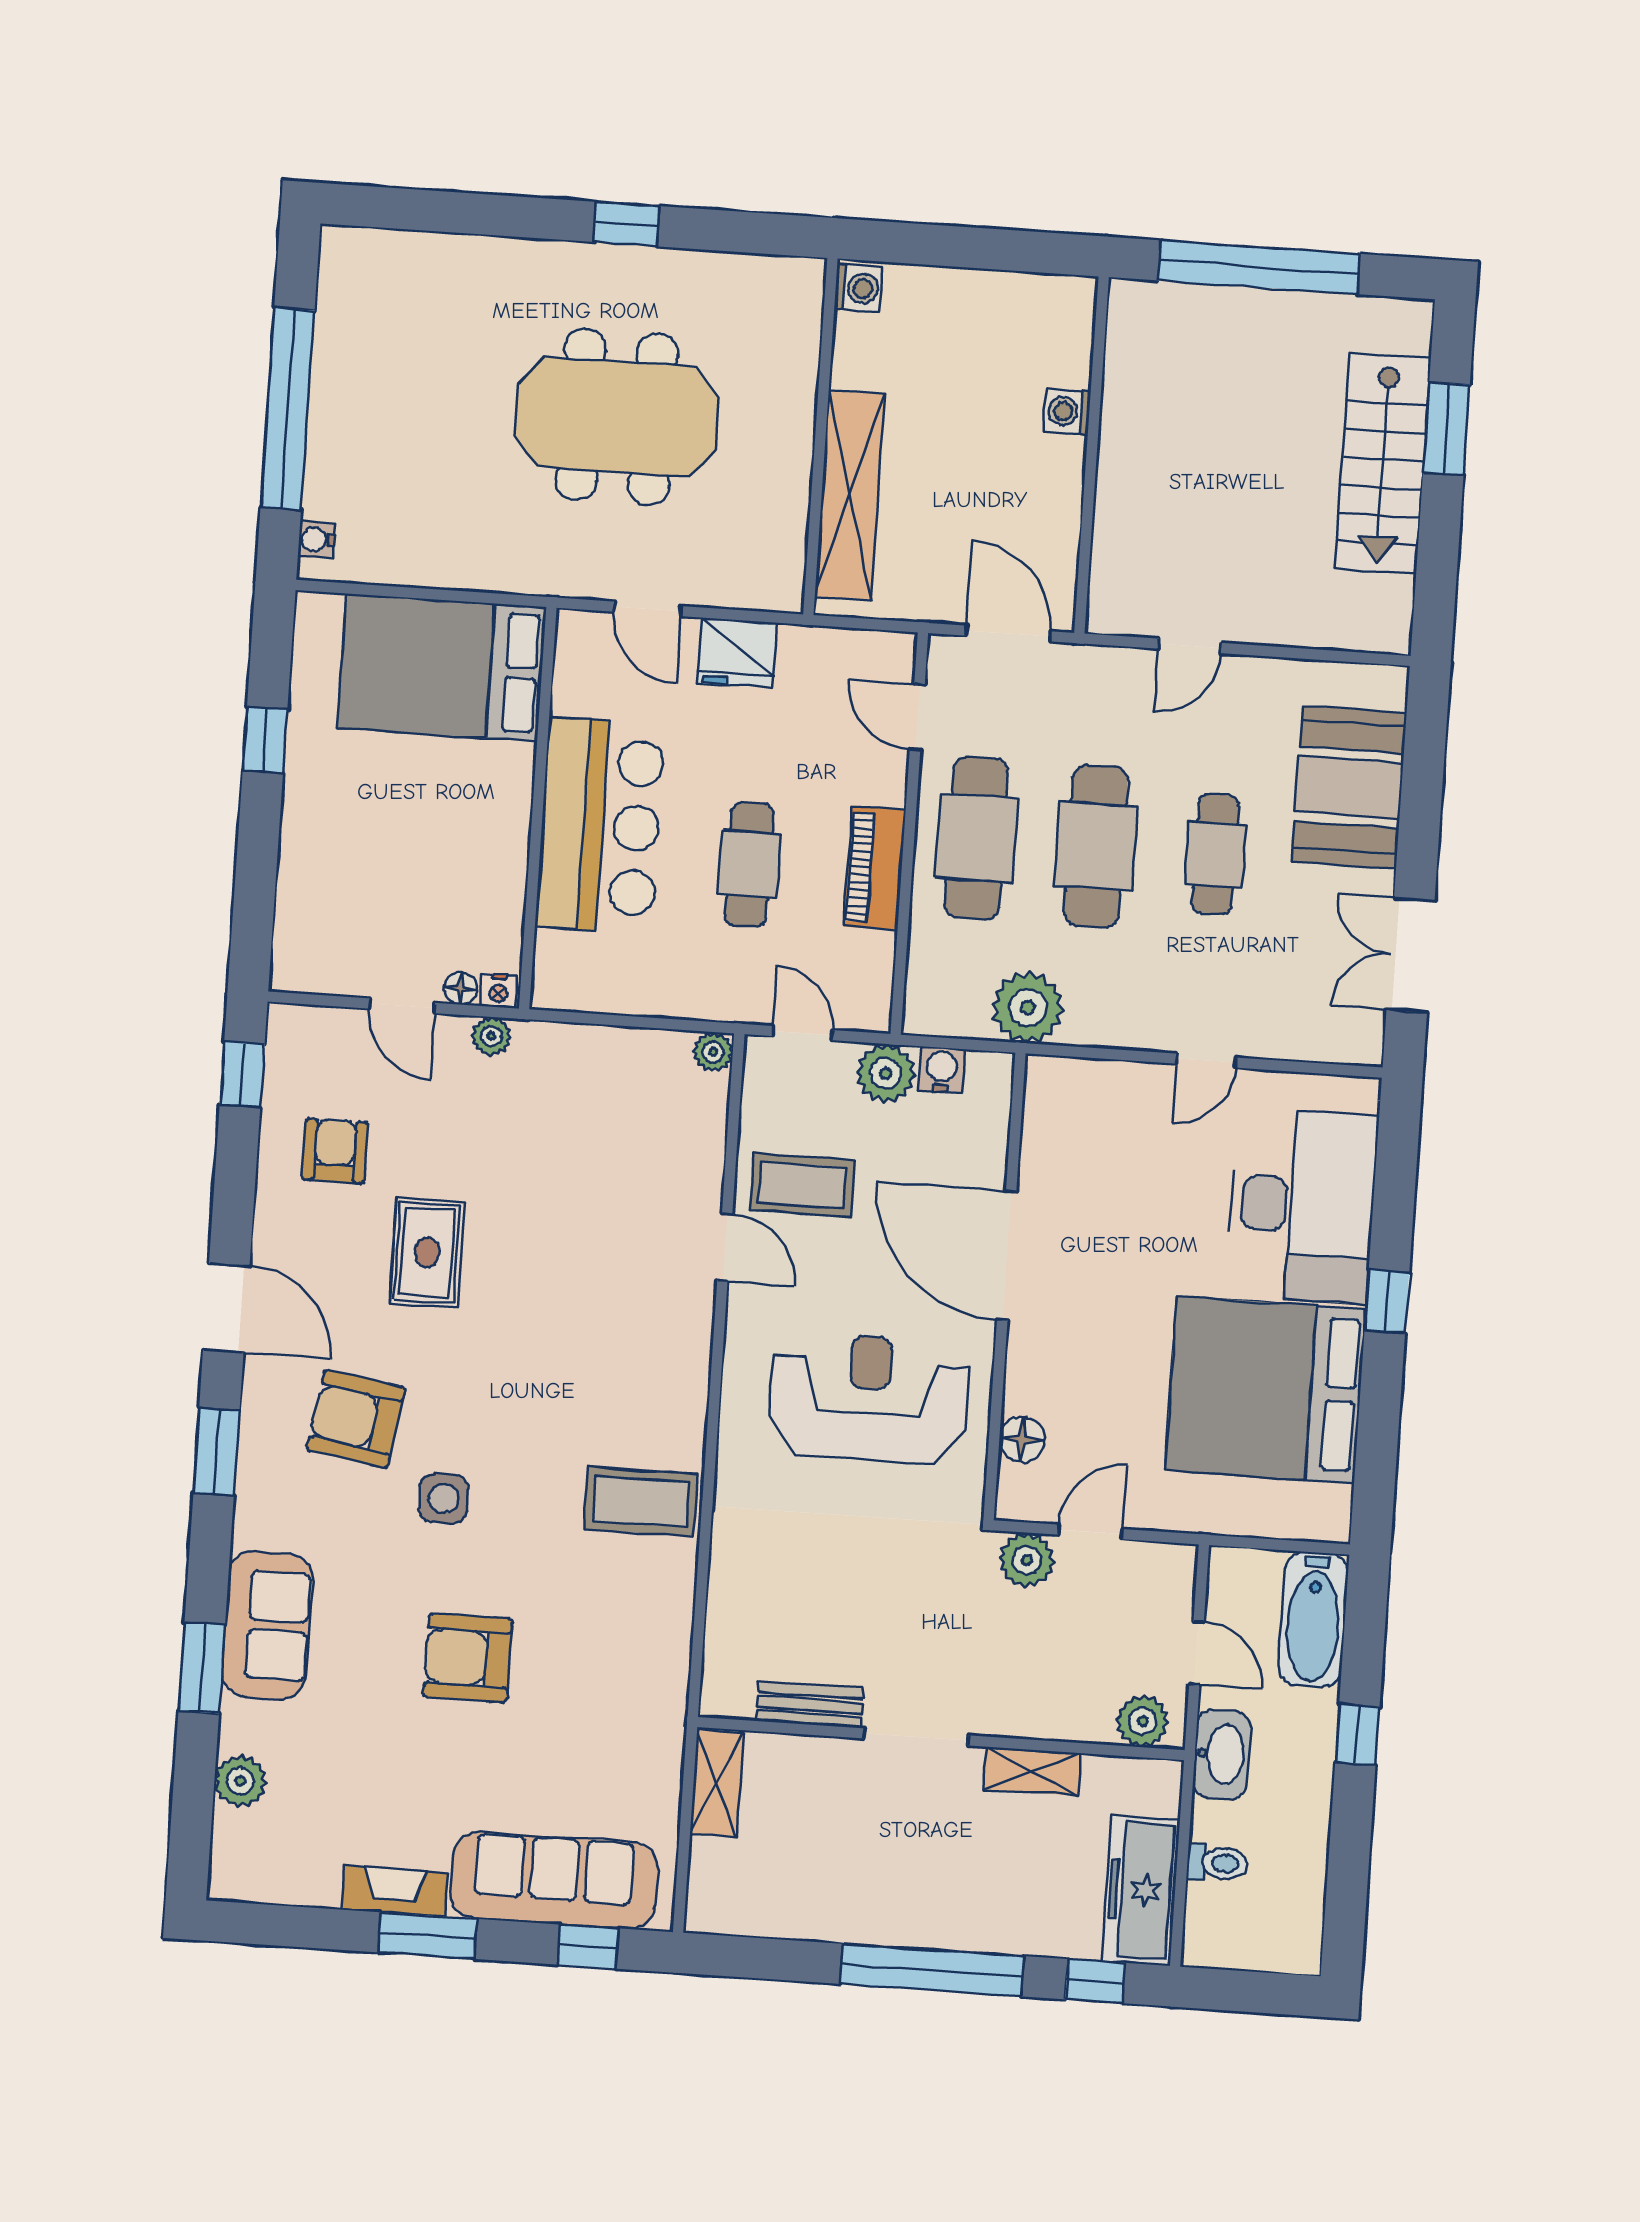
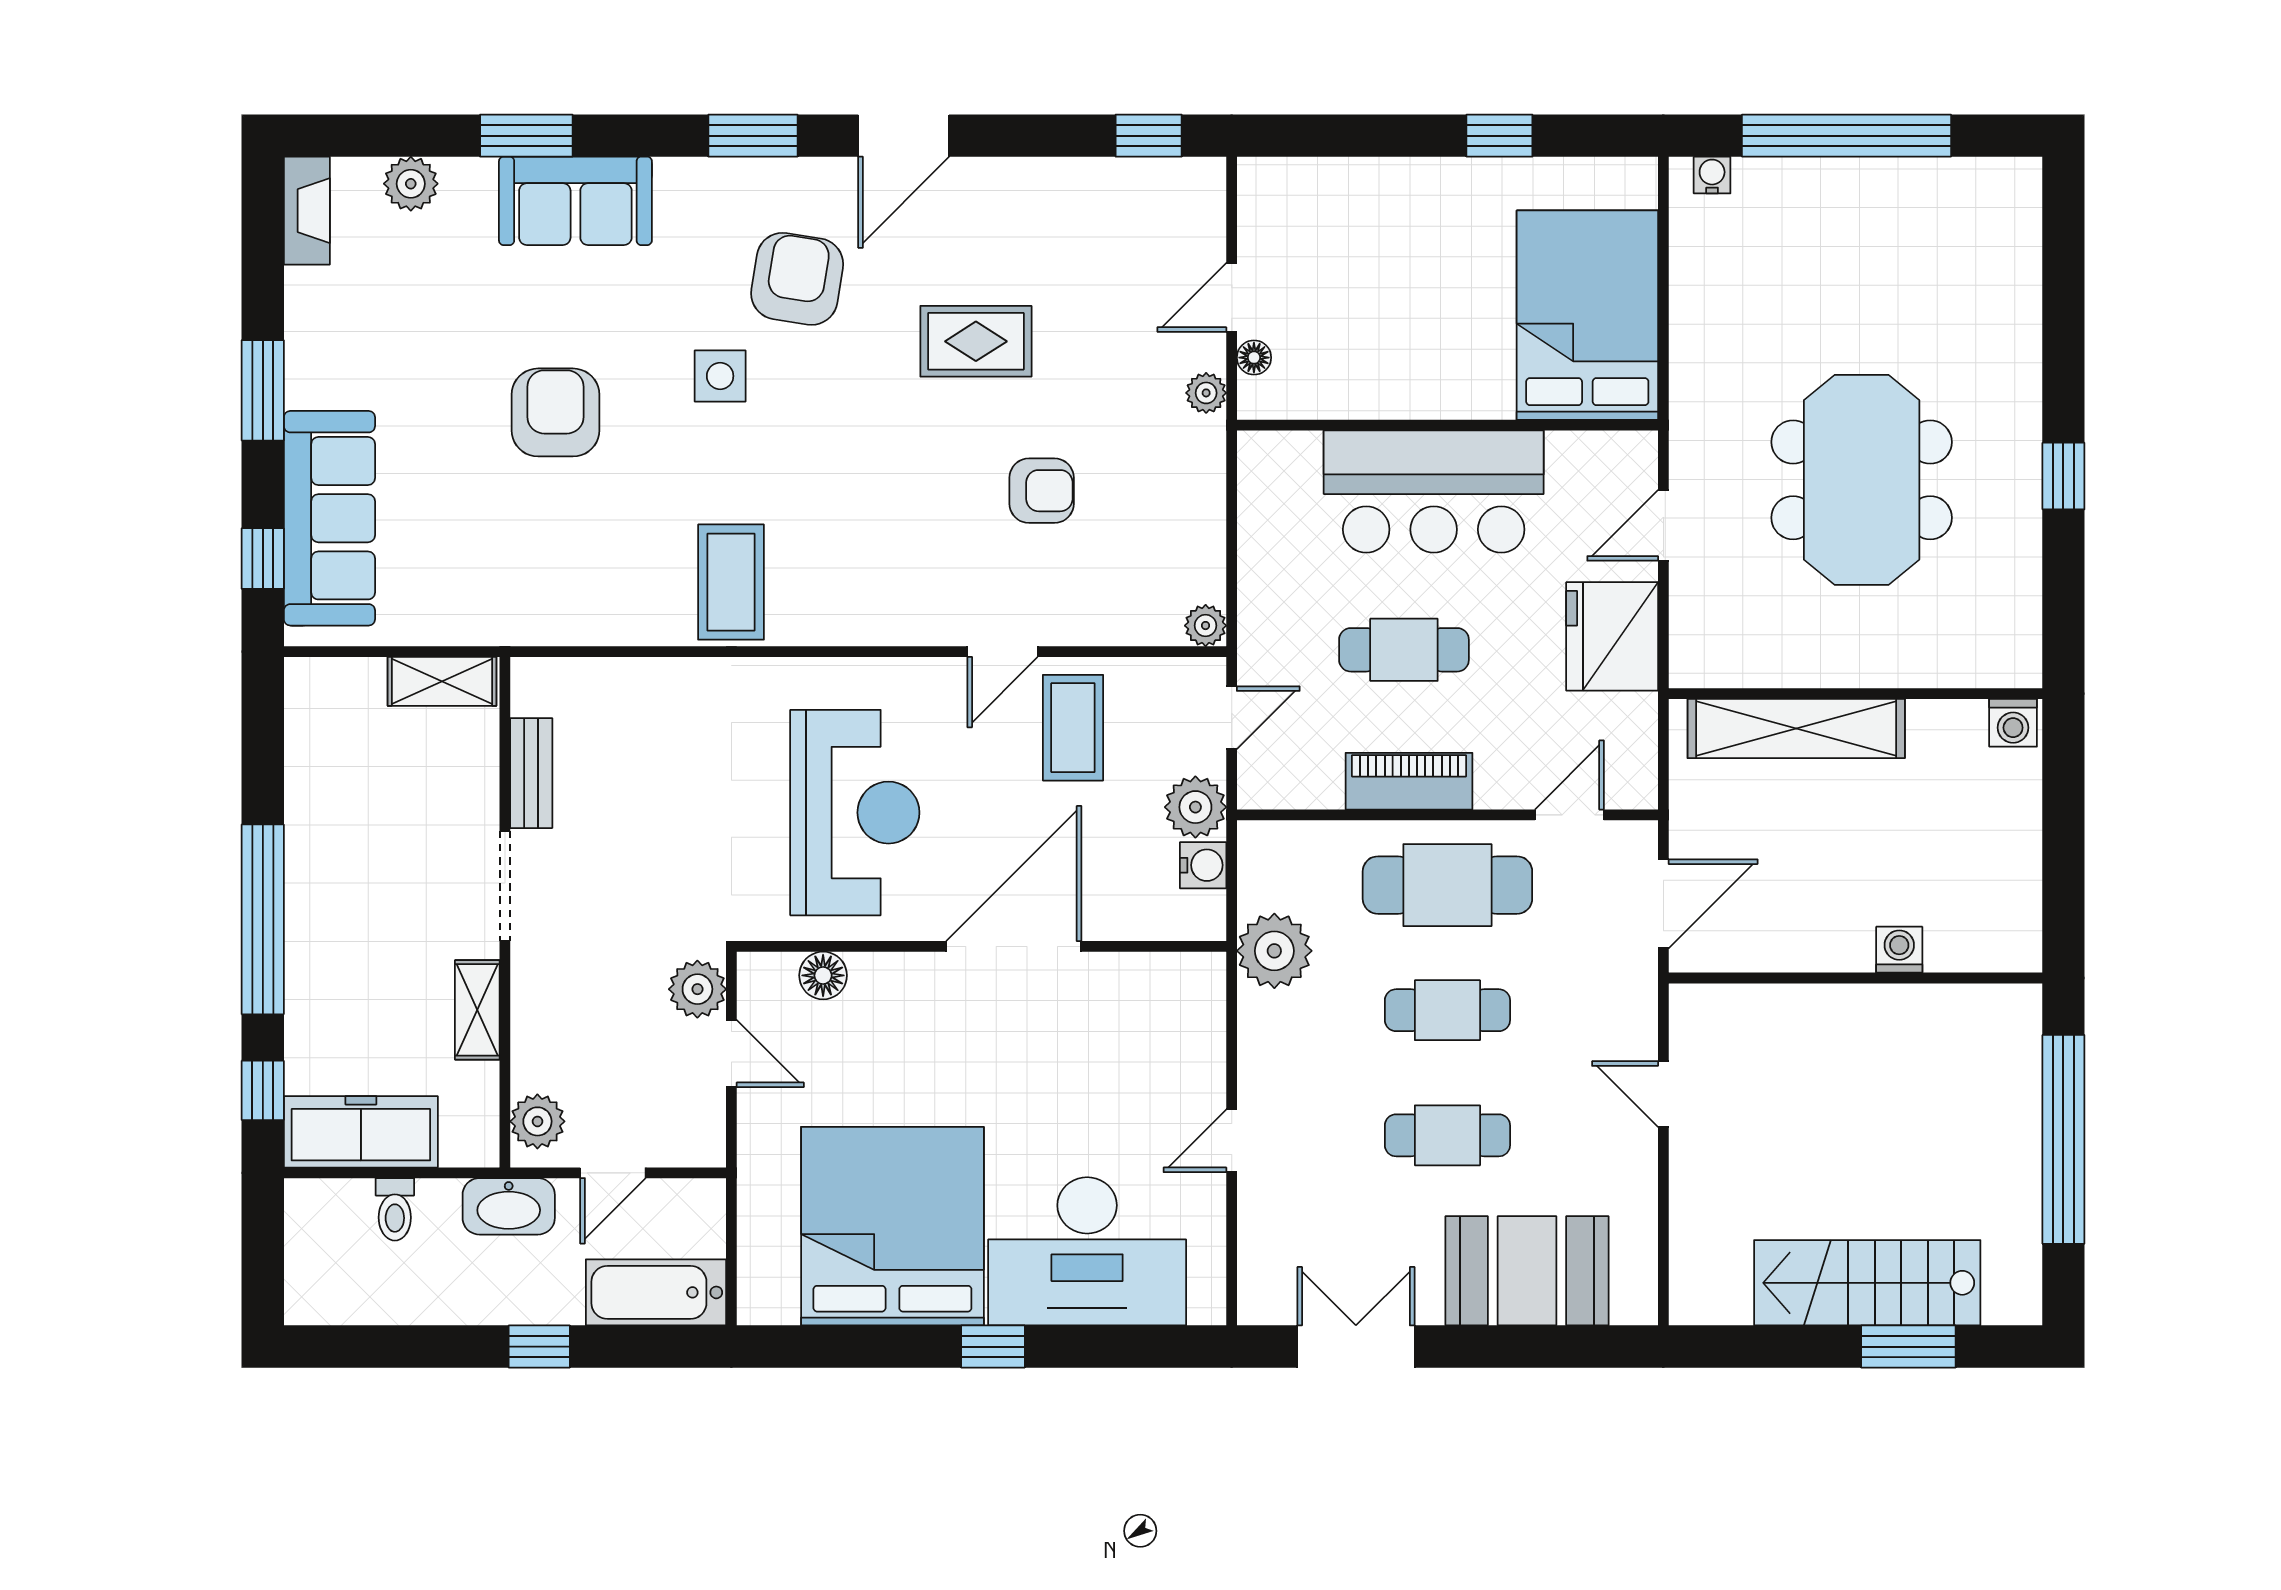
fridge: (737, 653) -> (1612, 636), width x1.36, depth x1.34
cafe table: (1096, 846) -> (1447, 1010), width x0.73, depth x0.74
nightstand: (498, 991) -> (1254, 397), removed
door: (1206, 1061) -> (1232, 1141), hinge flipped
armchair: (335, 1151) -> (1042, 491), moved
fireplace: (395, 1891) -> (307, 211), moved

